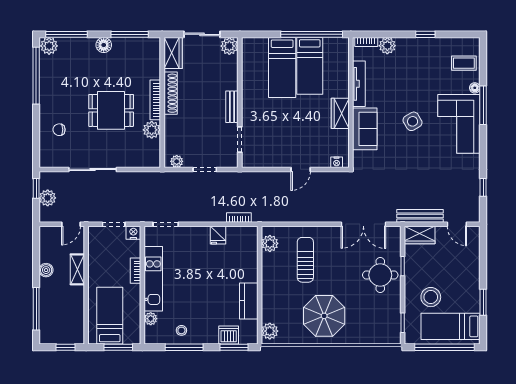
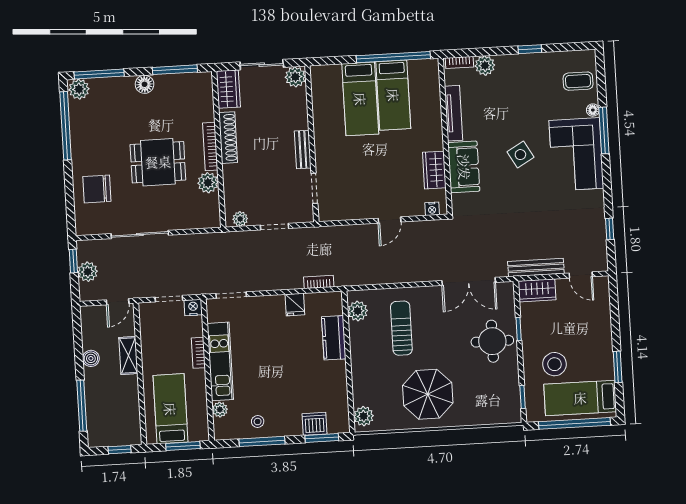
wardrobe: (340, 113) -> (434, 170), moved
chair: (59, 130) -> (97, 189), width x1.87, depth x1.87
kitchen counter: (249, 301) -> (334, 338), moved

